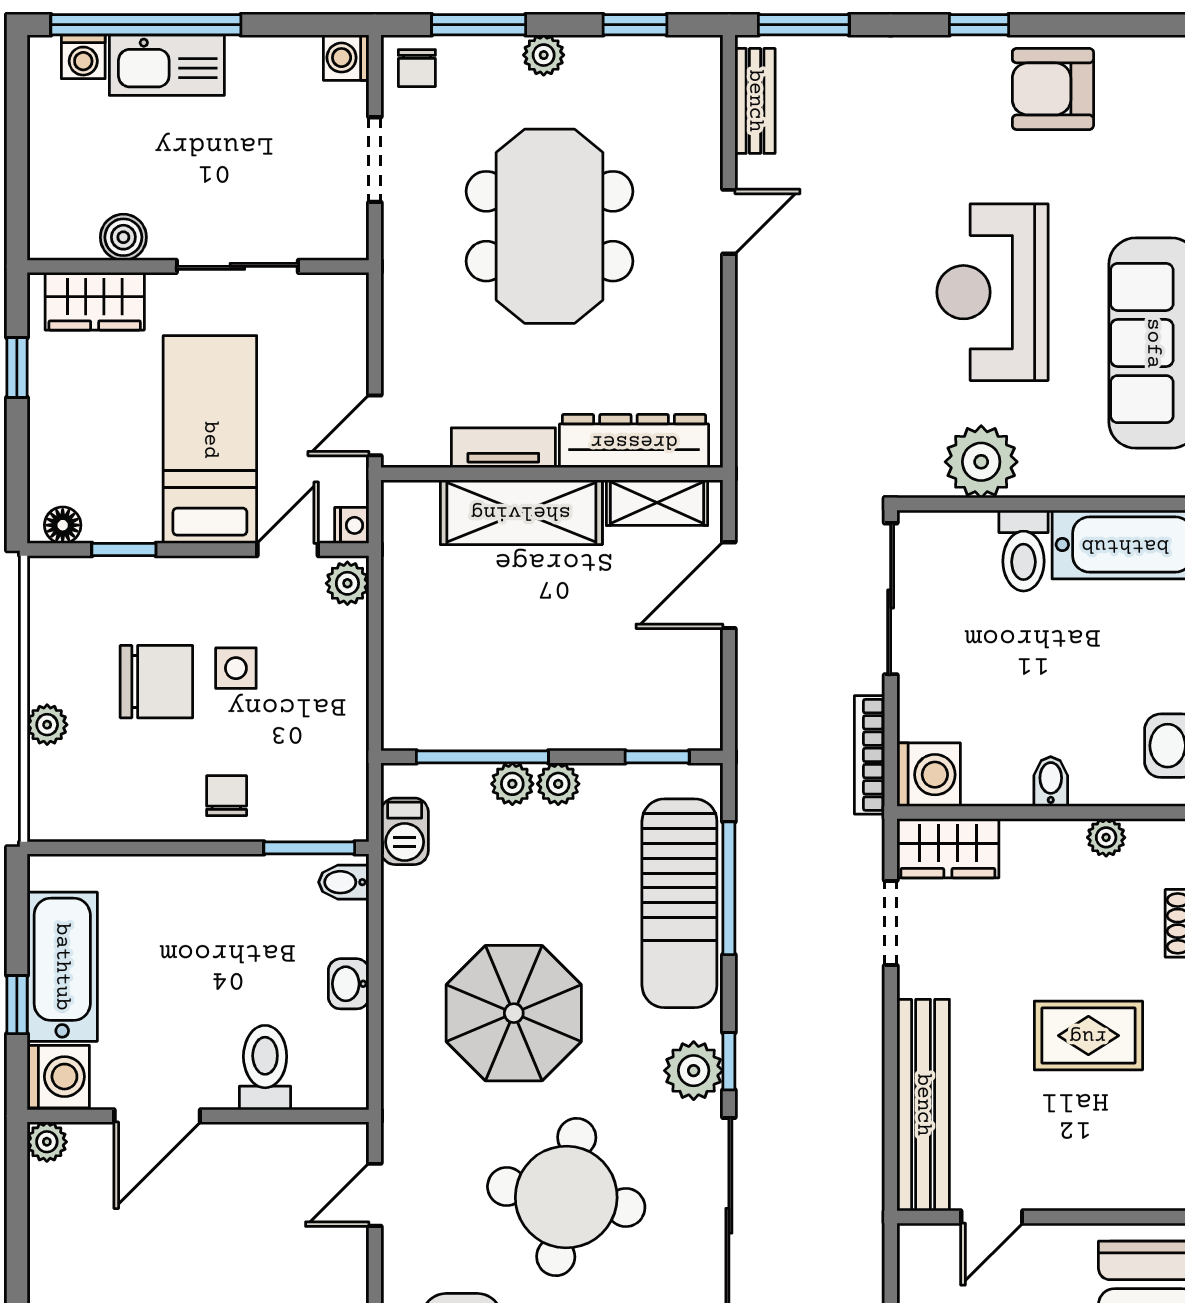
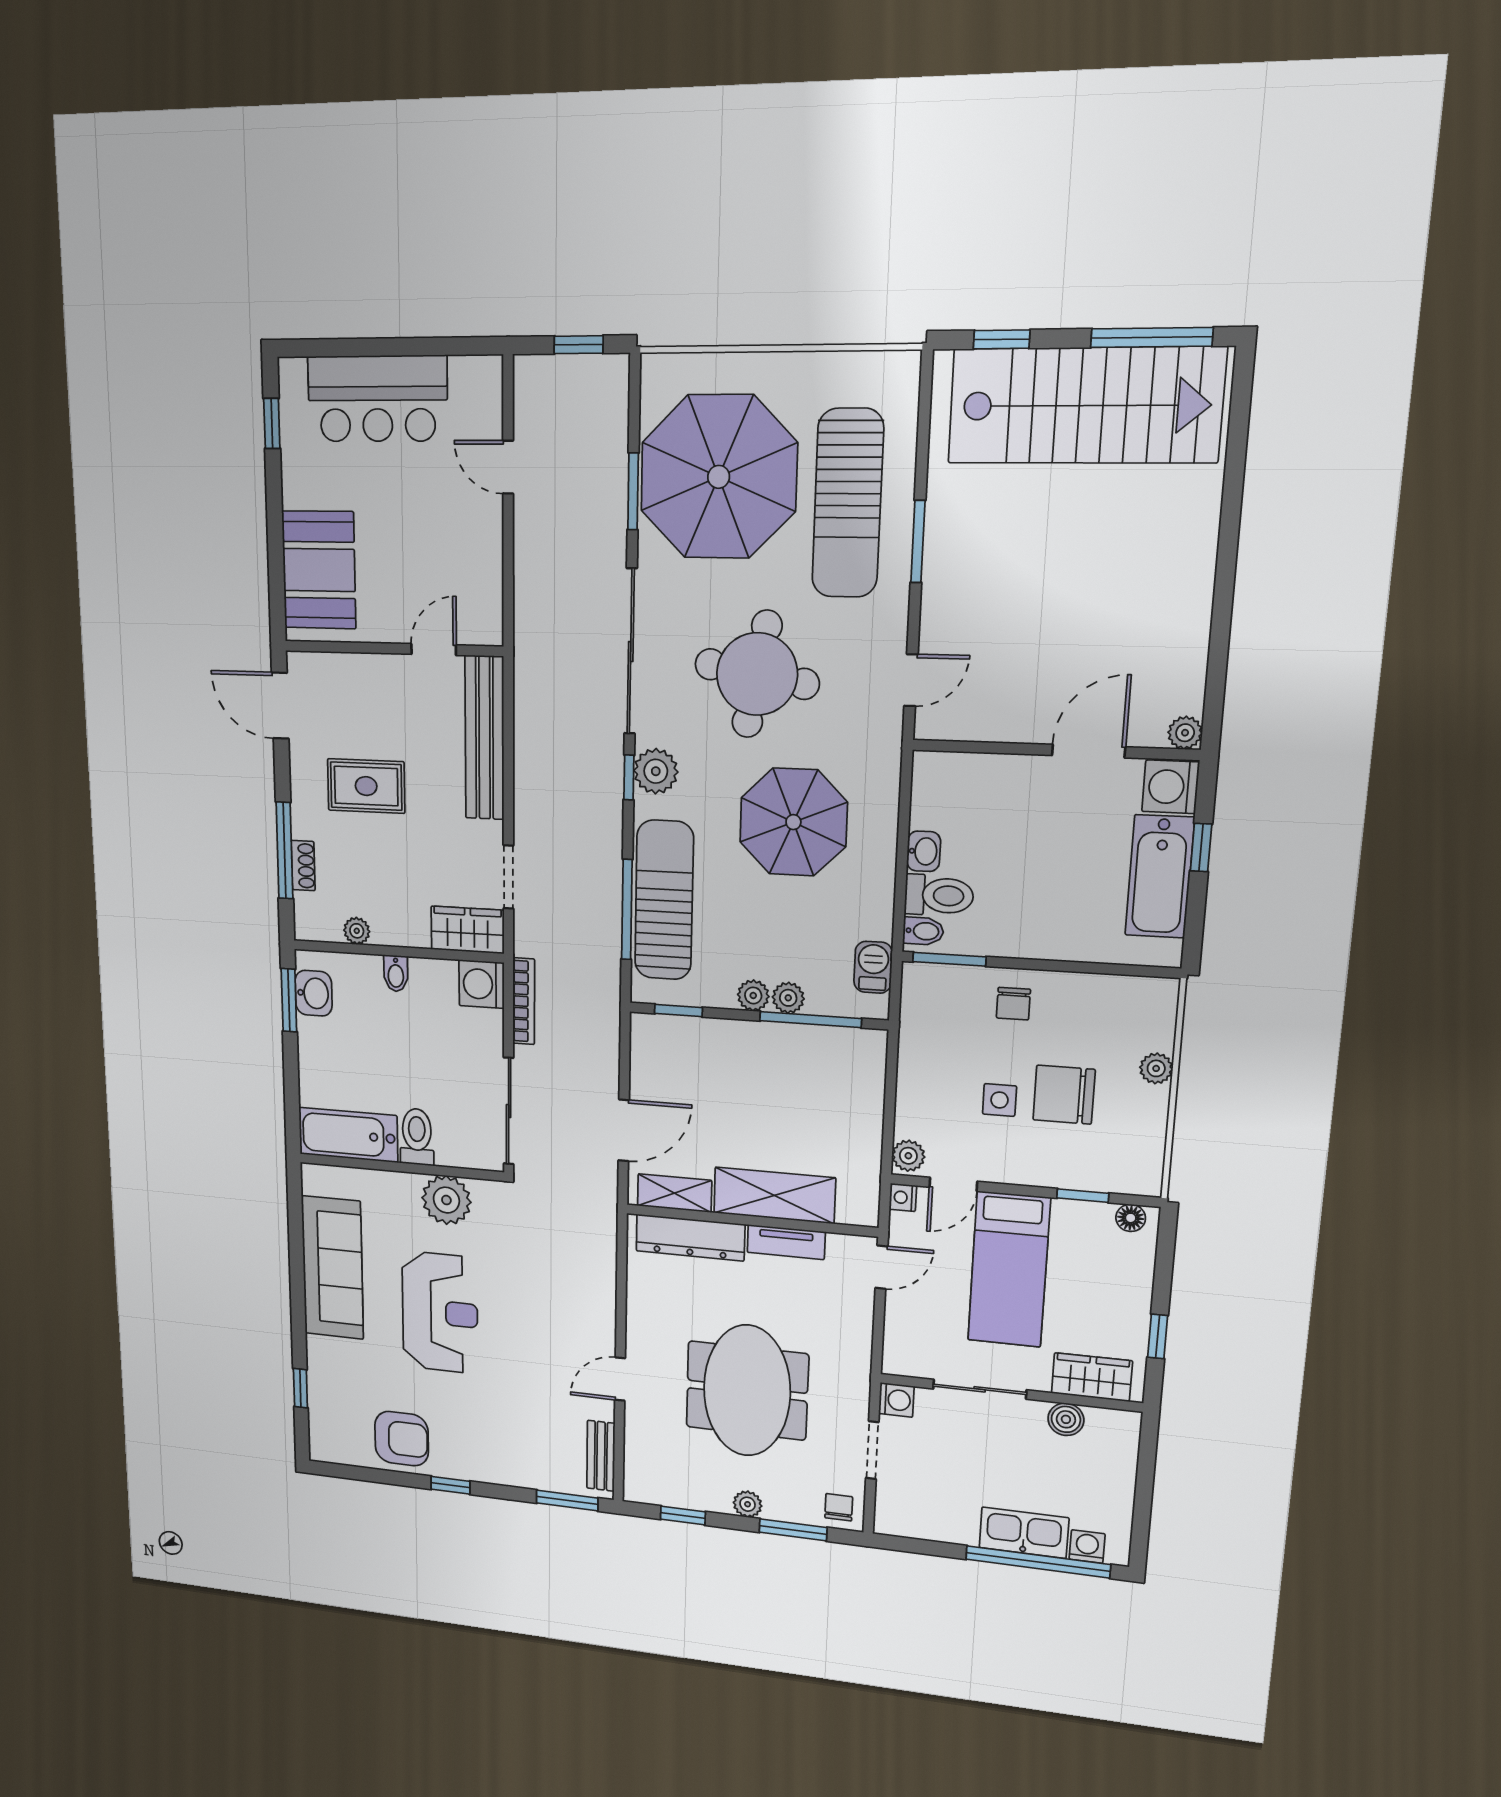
washing machine: (346, 58) -> (896, 1400), moved
toilet: (265, 1068) -> (939, 895), moved, turned -90

